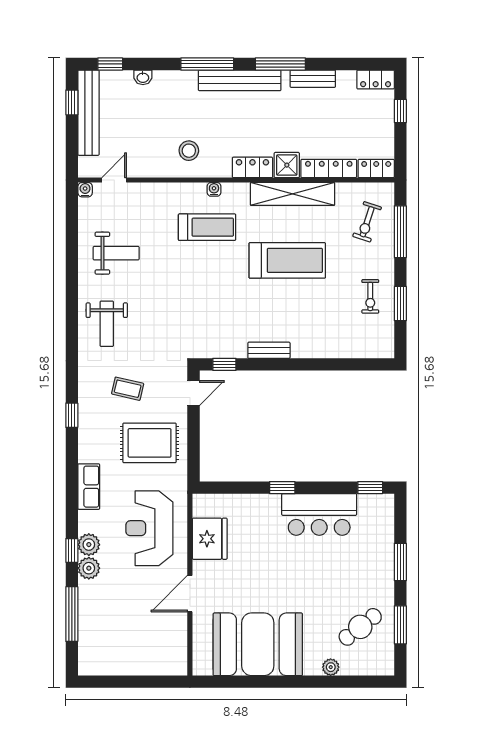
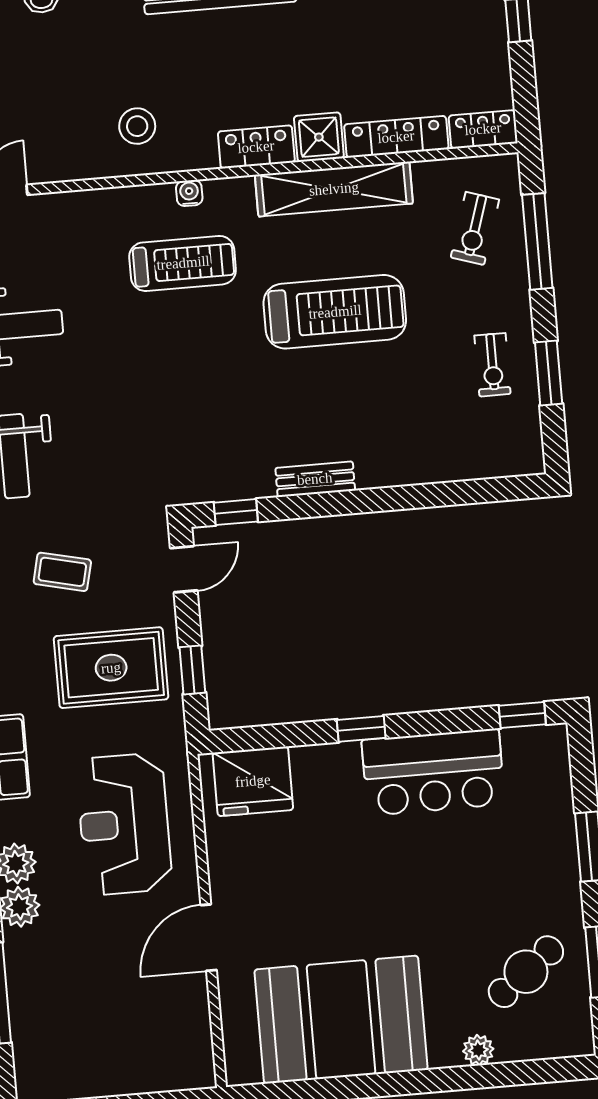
window: (193, 448) -> (192, 670), added
fridge: (210, 539) -> (253, 781), moved, turned 90

